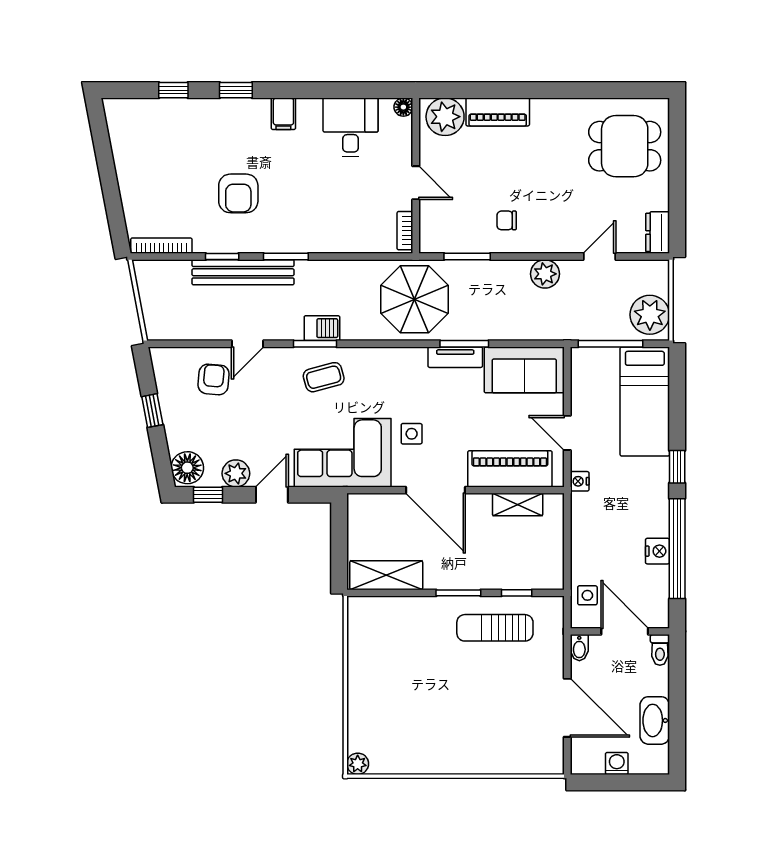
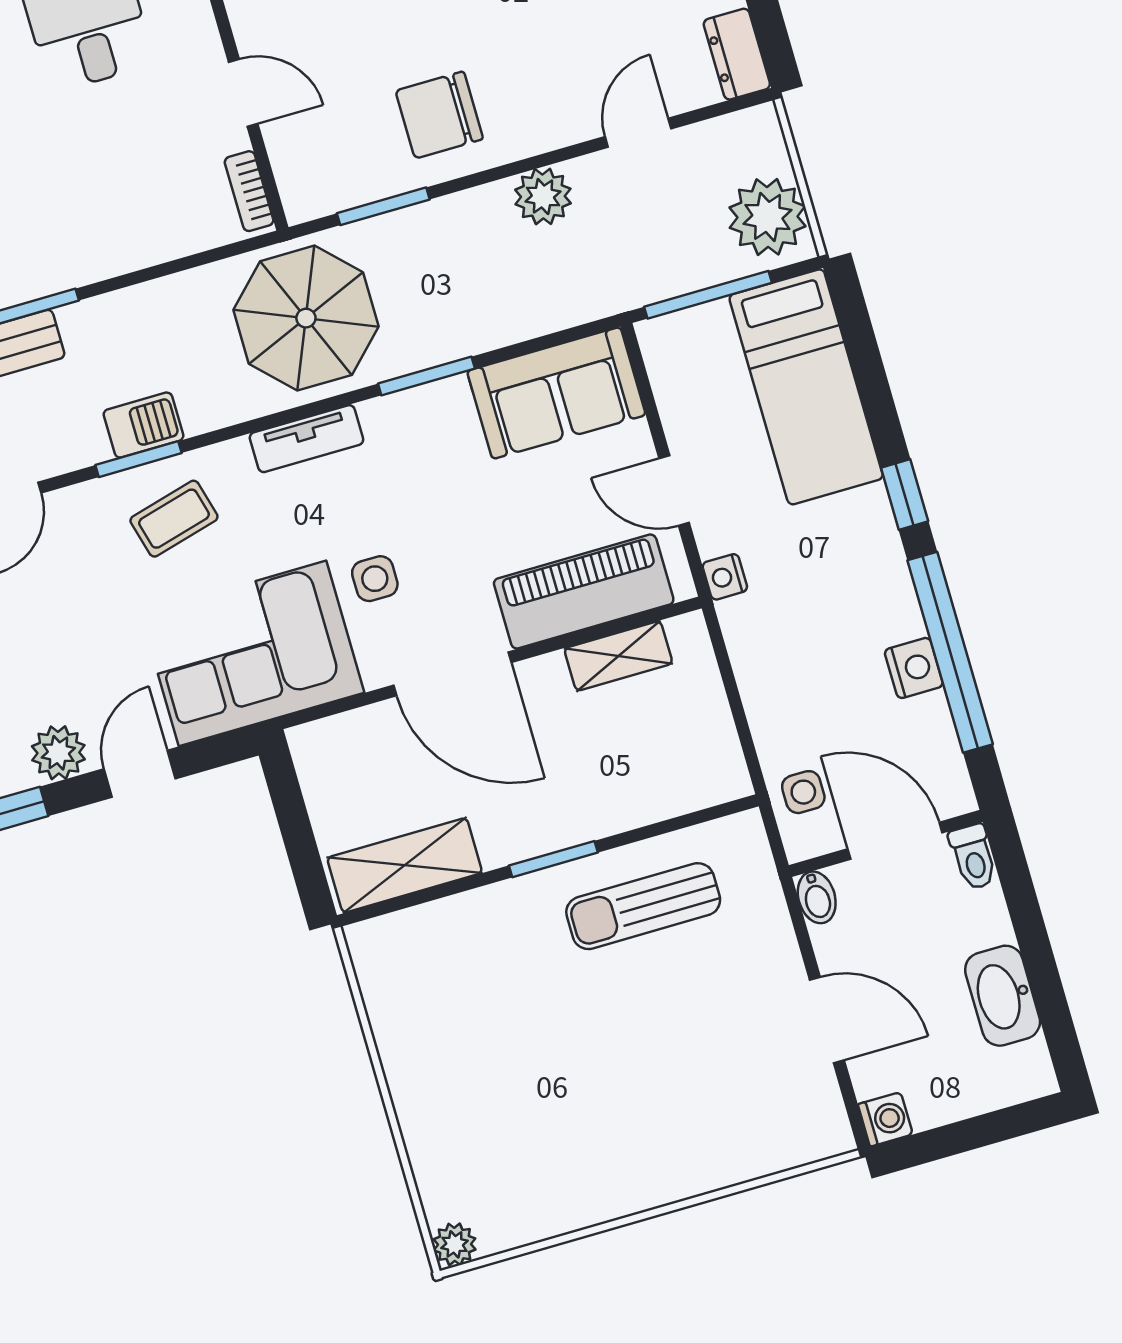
chair: (507, 220) -> (439, 115), width x1.87, depth x1.87
tv unit: (455, 357) -> (306, 439), moved
window: (517, 593) -> (666, 827), removed
door: (567, 708) -> (827, 1020), width x0.73
washing machine: (617, 763) -> (885, 1119), moved, turned 90

